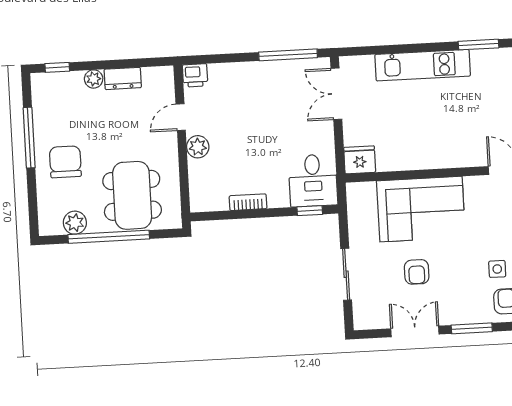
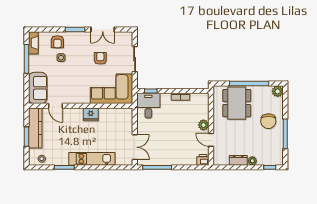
door: (181, 117) -> (211, 140), swing flipped
fridge: (360, 160) -> (91, 114), moved
corner sofa: (421, 209) -> (111, 89), moved
plant: (75, 223) -> (278, 91), moved

